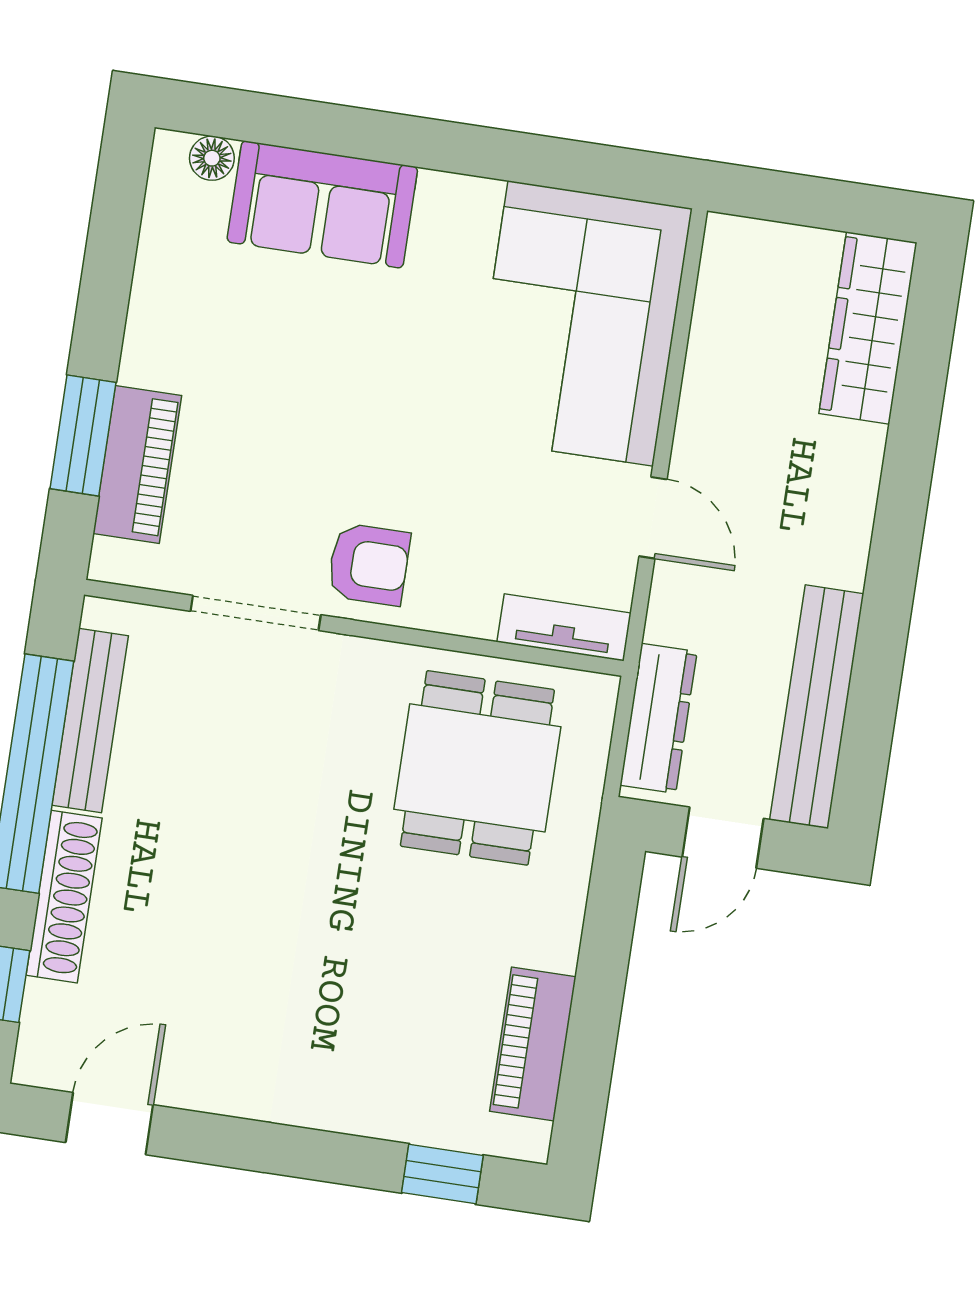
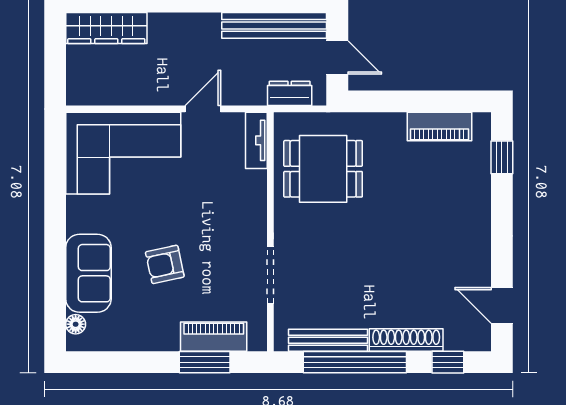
armchair: (369, 564) -> (165, 264), moved, turned -102
dresser: (659, 718) -> (290, 93), width x0.70

